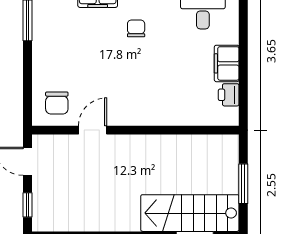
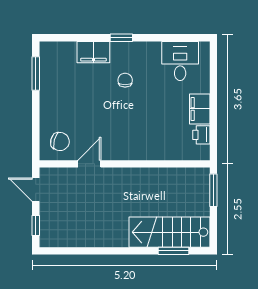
chair: (57, 103) -> (60, 142), turned -75
window: (243, 184) -> (213, 190), moved

